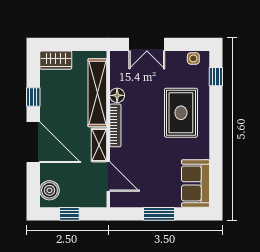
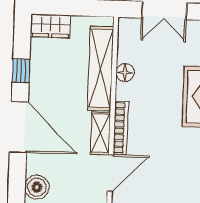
bookcase: (115, 125) -> (121, 128), moved
door: (108, 177) -> (110, 173), hinge flipped

